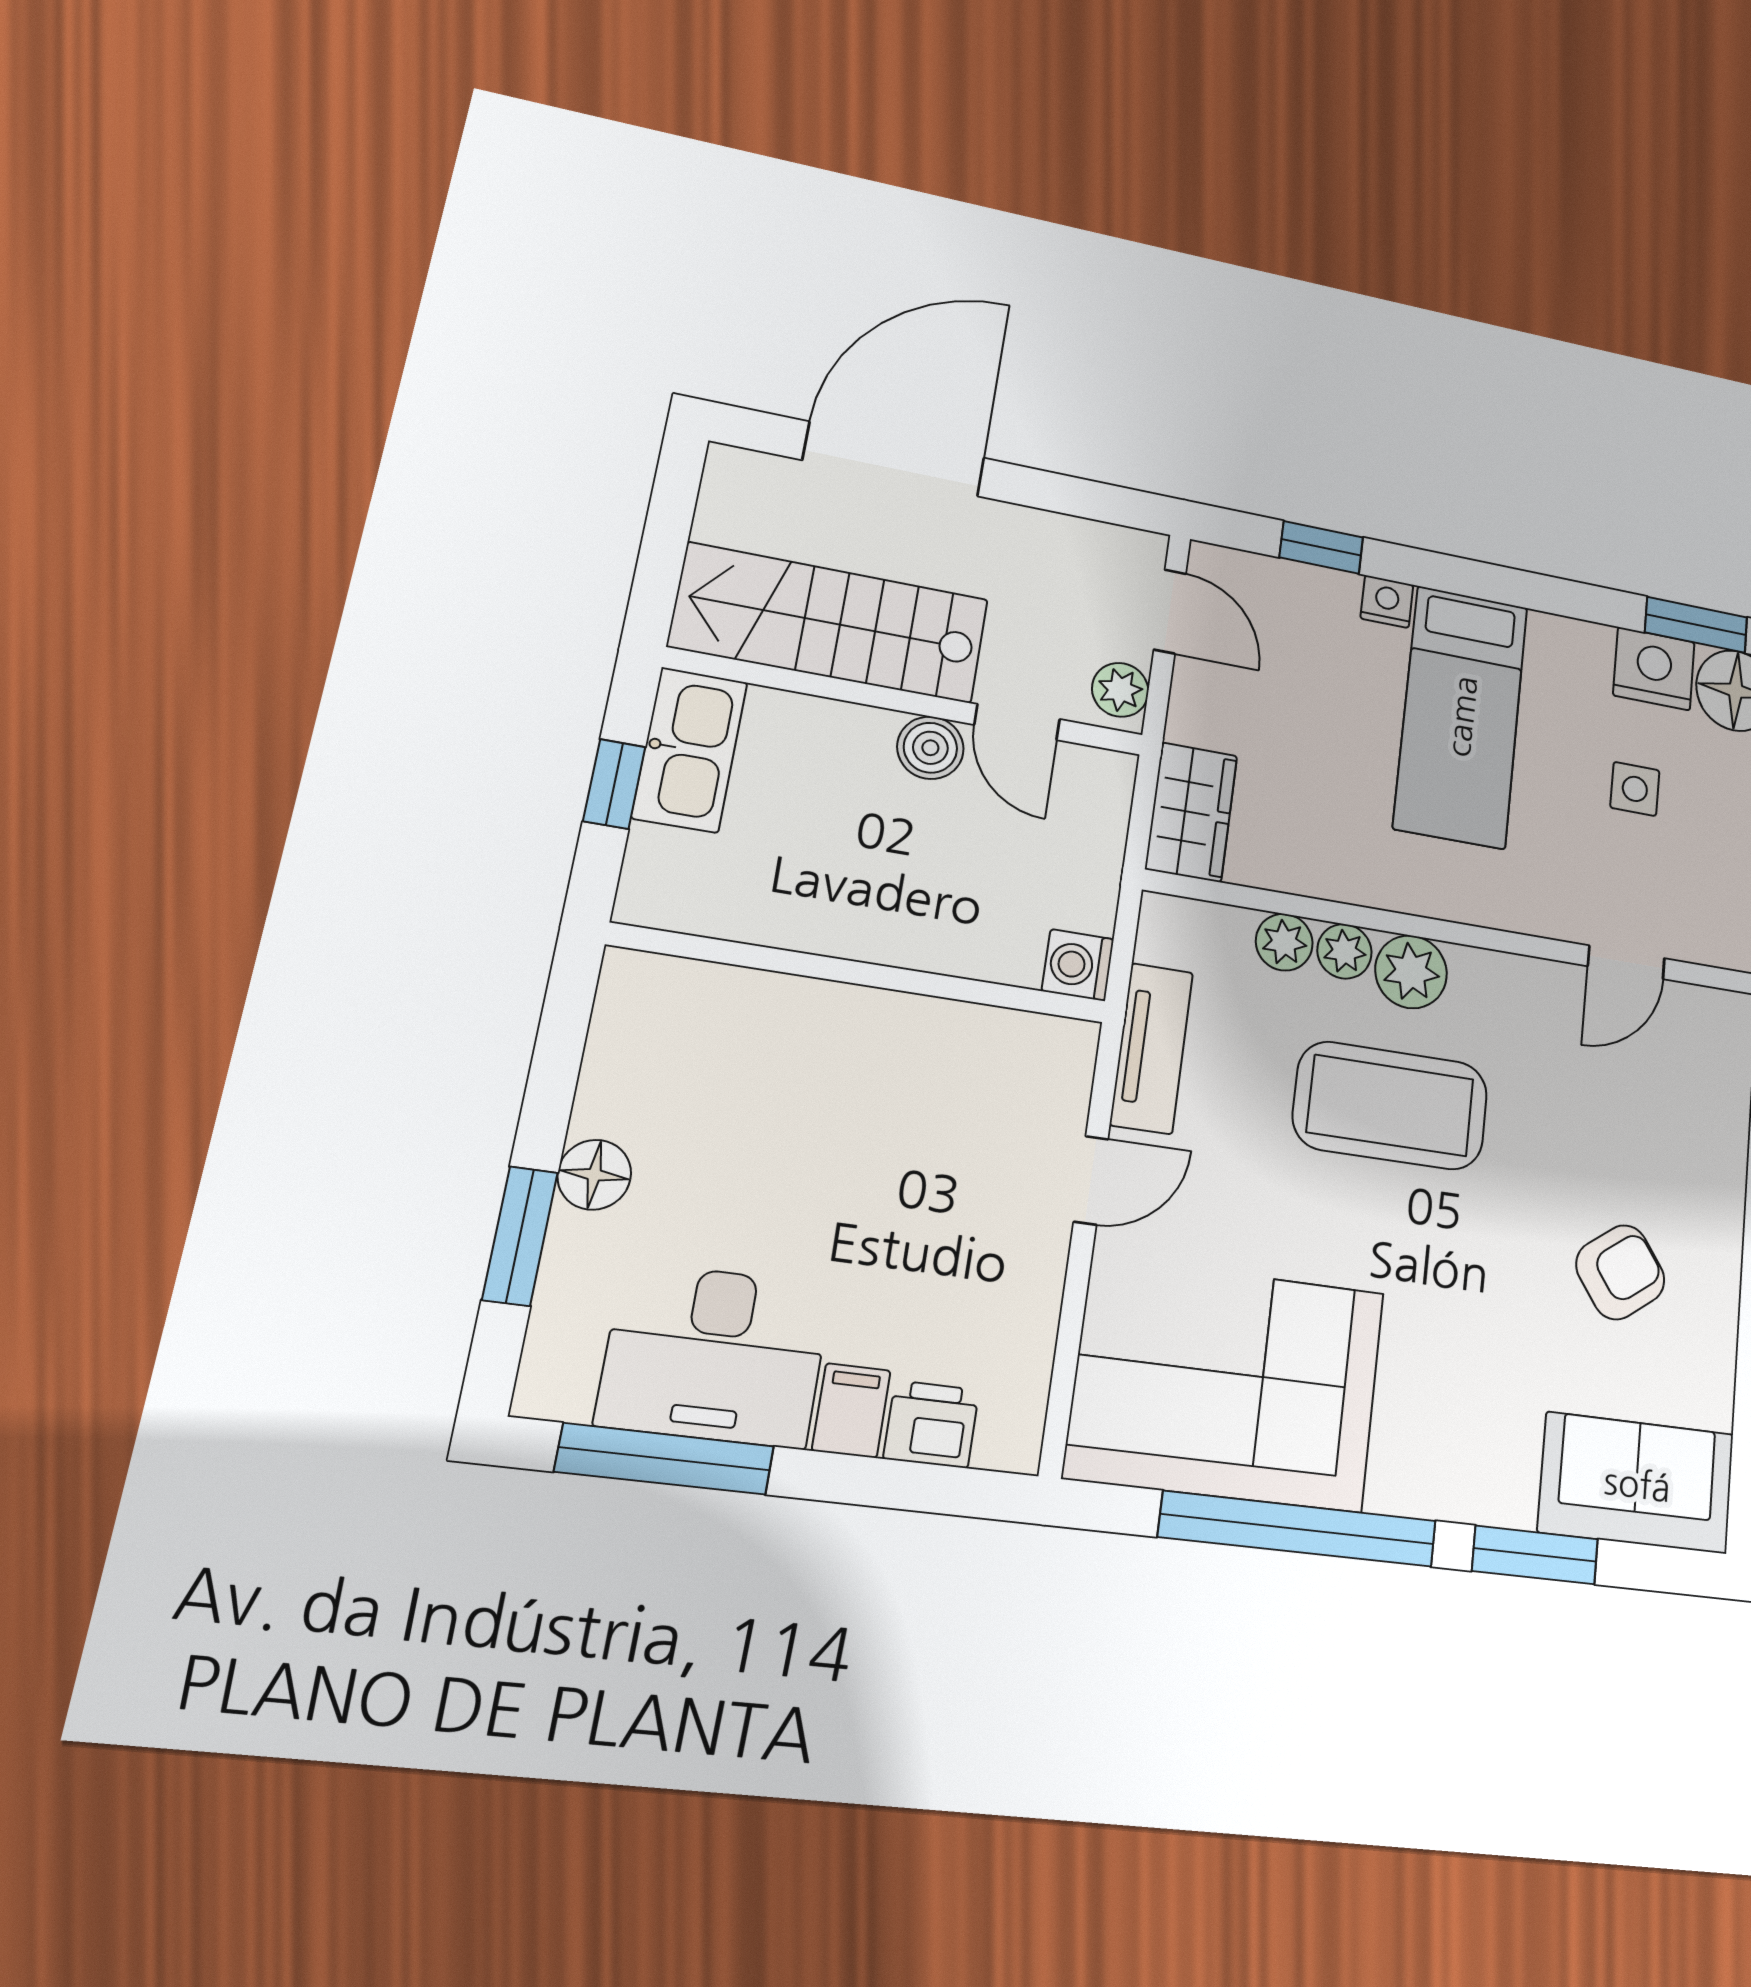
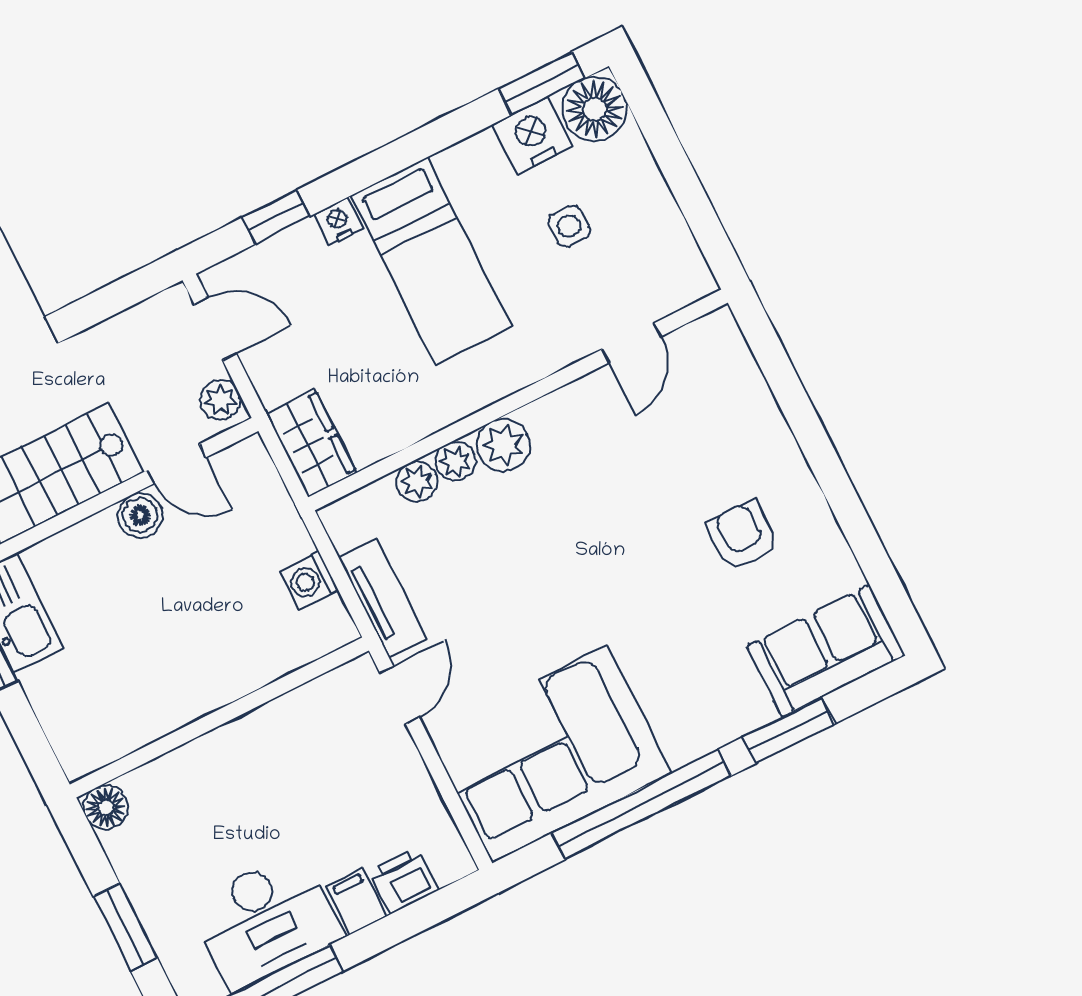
wall: (861, 973) -> (219, 717), moved
coffee table: (1391, 1106) -> (542, 534), removed
floor lamp: (594, 1175) -> (106, 807), moved
armchair: (1620, 1272) -> (742, 536), turned -54

